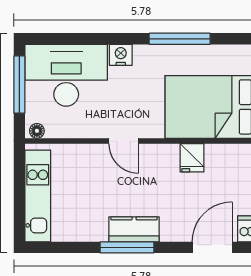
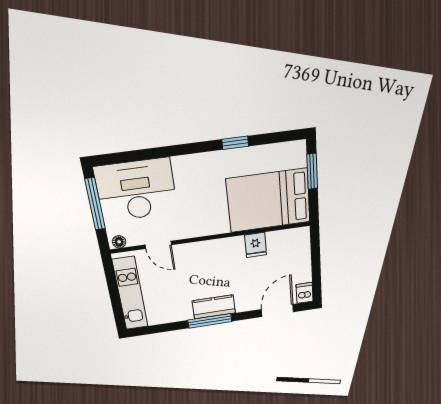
window: (180, 39) -> (235, 143), width x0.46
nightstand: (121, 55) -> (183, 165), removed
door: (124, 141) -> (158, 245), moved

